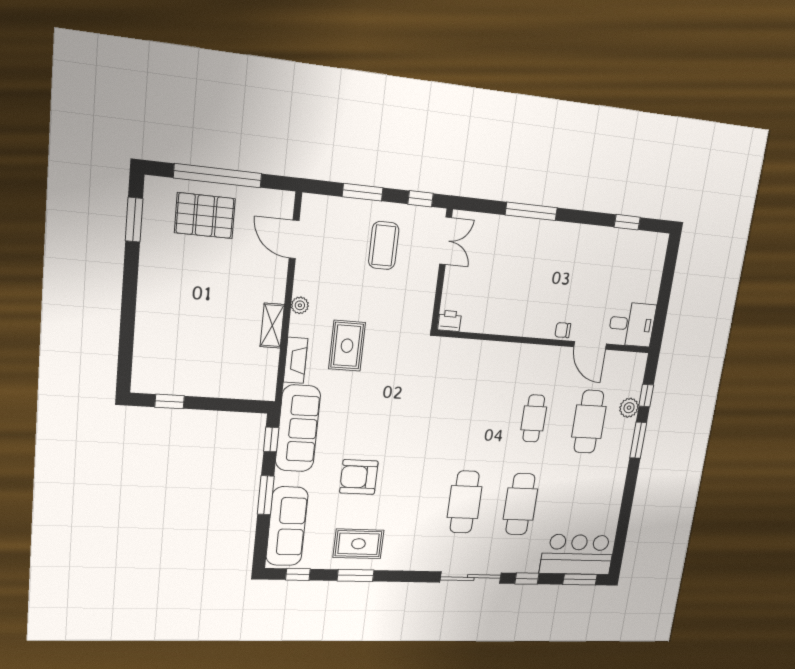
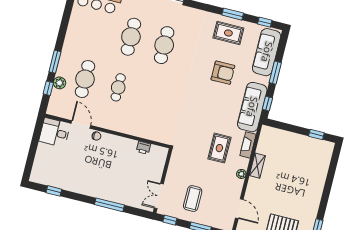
printer: (450, 321) -> (143, 148), moved

